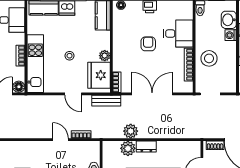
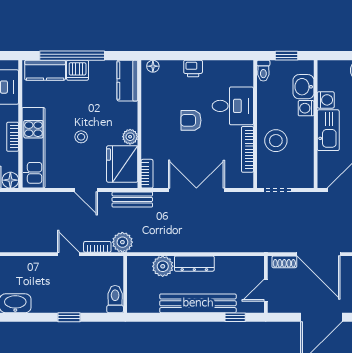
armchair: (148, 44) -> (191, 120), turned -90
plant: (131, 131) -> (122, 242), moved
dresser: (146, 146) -> (194, 264), width x1.44

